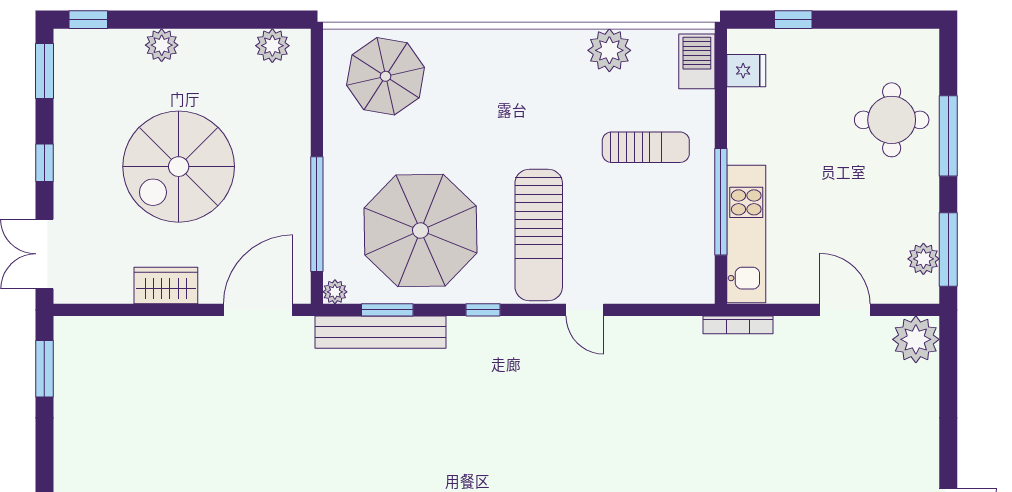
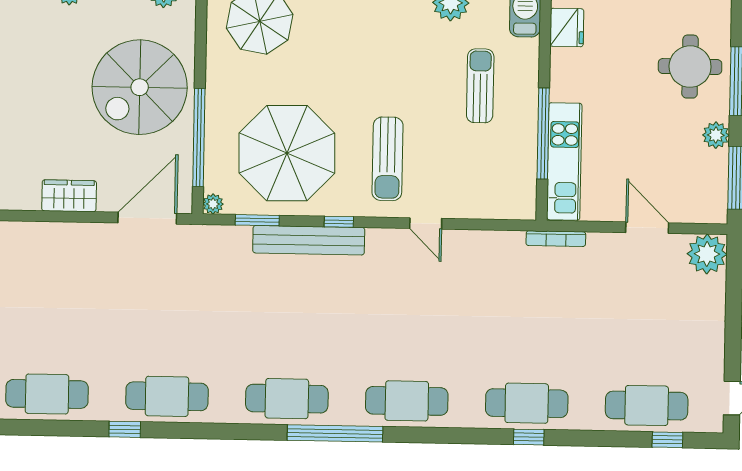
fridge: (746, 71) -> (567, 28), width x1.38
sun lounger: (646, 147) -> (480, 86), turned -90
spiral stairs: (179, 167) -> (140, 87), moved
sun lounger: (539, 235) -> (388, 159), width x0.73, depth x0.75
plant: (923, 259) -> (716, 135), moved
bench: (380, 332) -> (309, 240), moved

